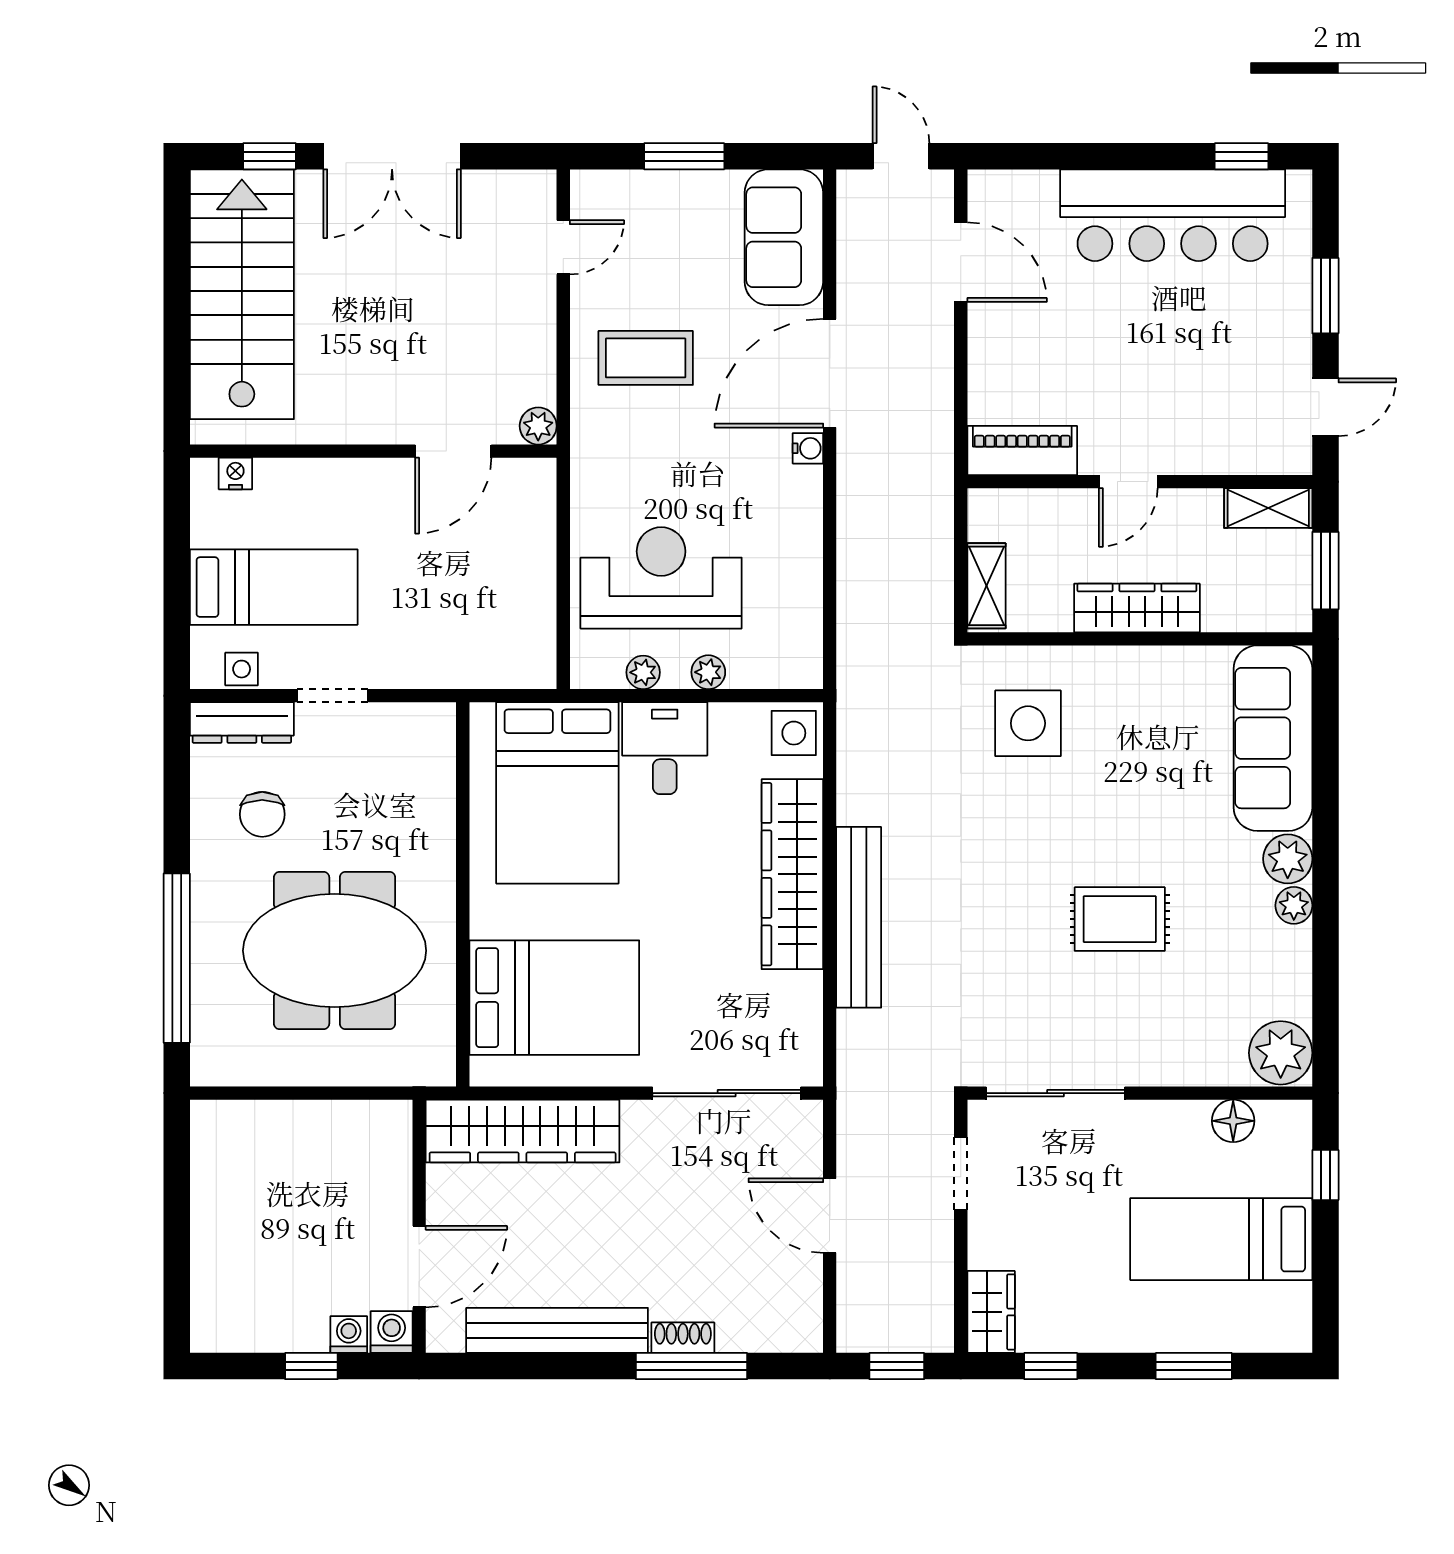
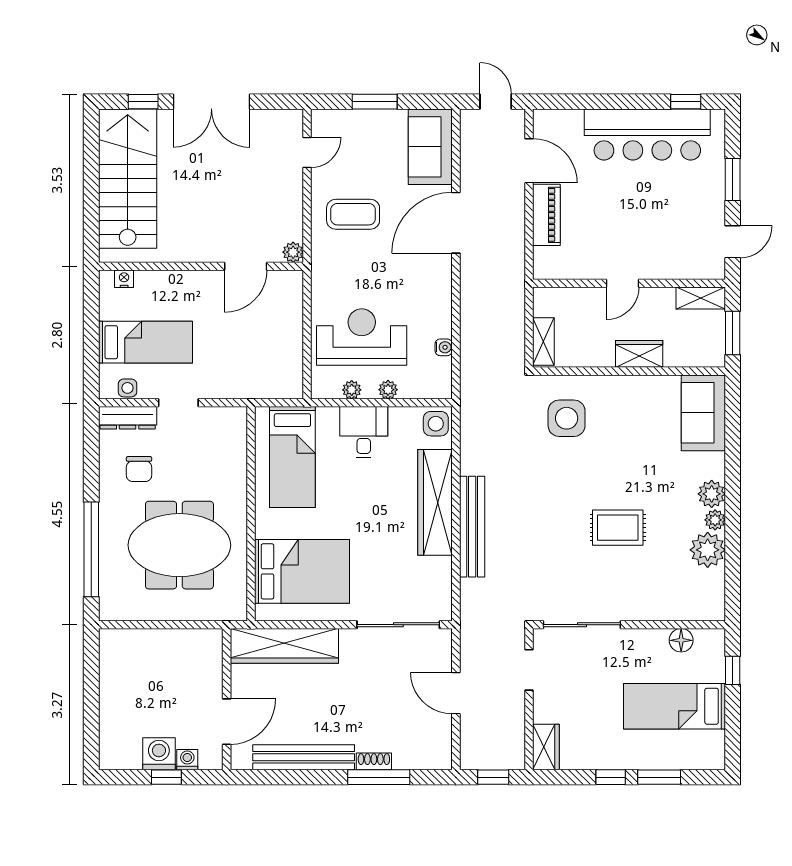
water cooler: (808, 448) -> (444, 347), moved
piano: (1022, 451) -> (546, 215), moved, turned 90
wardrobe: (1137, 608) -> (639, 354), width x0.67
sofa: (1273, 738) -> (703, 413), width x0.73
bed: (557, 793) -> (292, 457), width x0.67
plant: (1281, 1053) -> (708, 550), moved
washing machine: (392, 1332) -> (159, 754), moved, width x1.38, depth x1.38
window: (1051, 1366) -> (611, 777), moved

